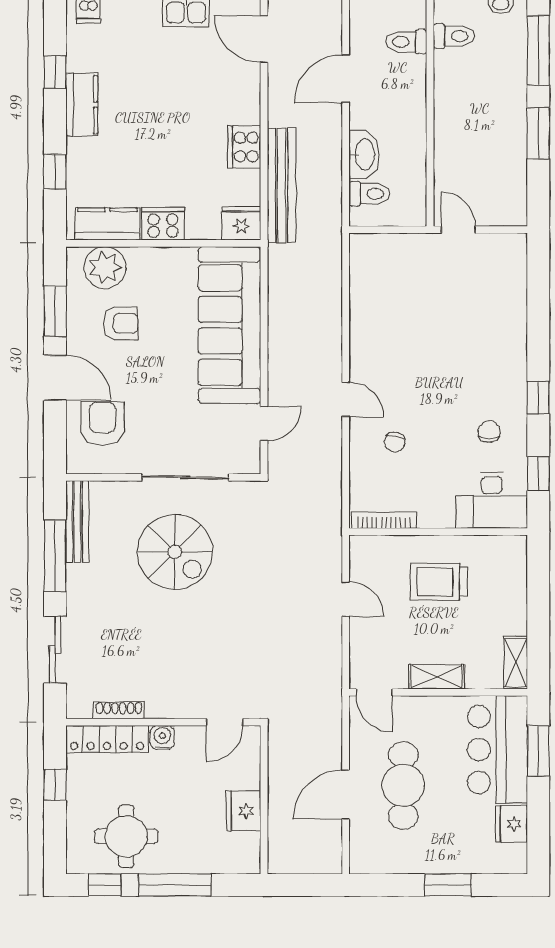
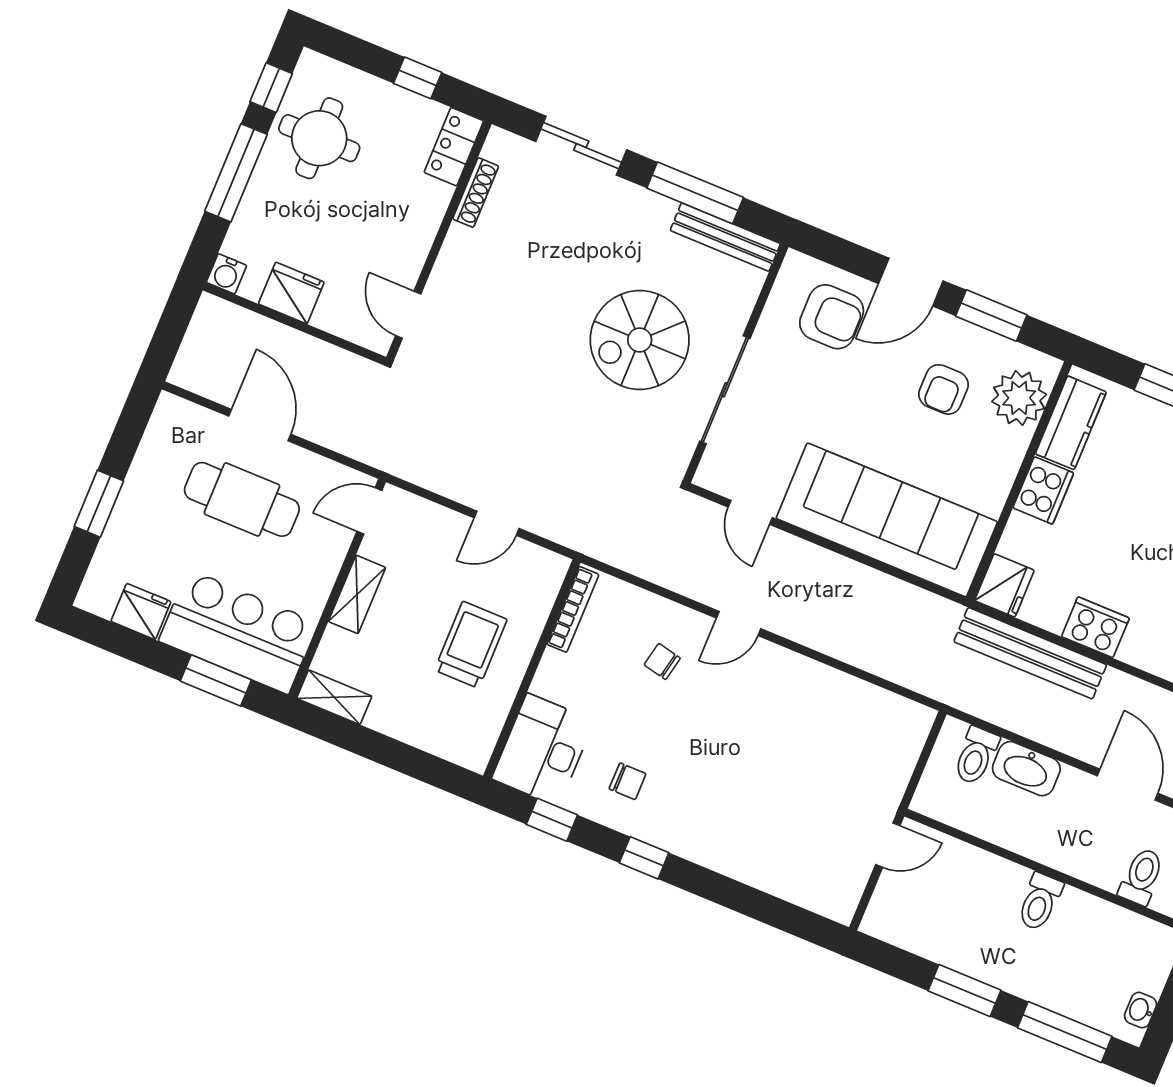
toilet: (454, 36) -> (1040, 902), moved
water cooler: (162, 737) -> (227, 274), moved, turned 90
locker: (107, 739) -> (454, 147), width x0.66

